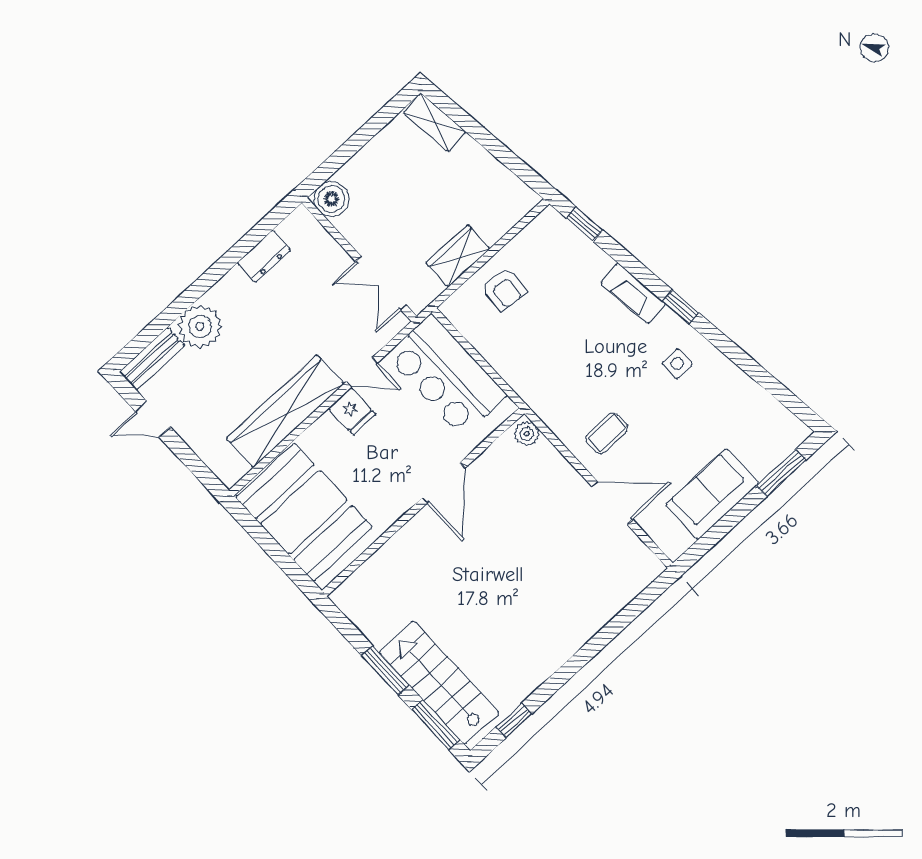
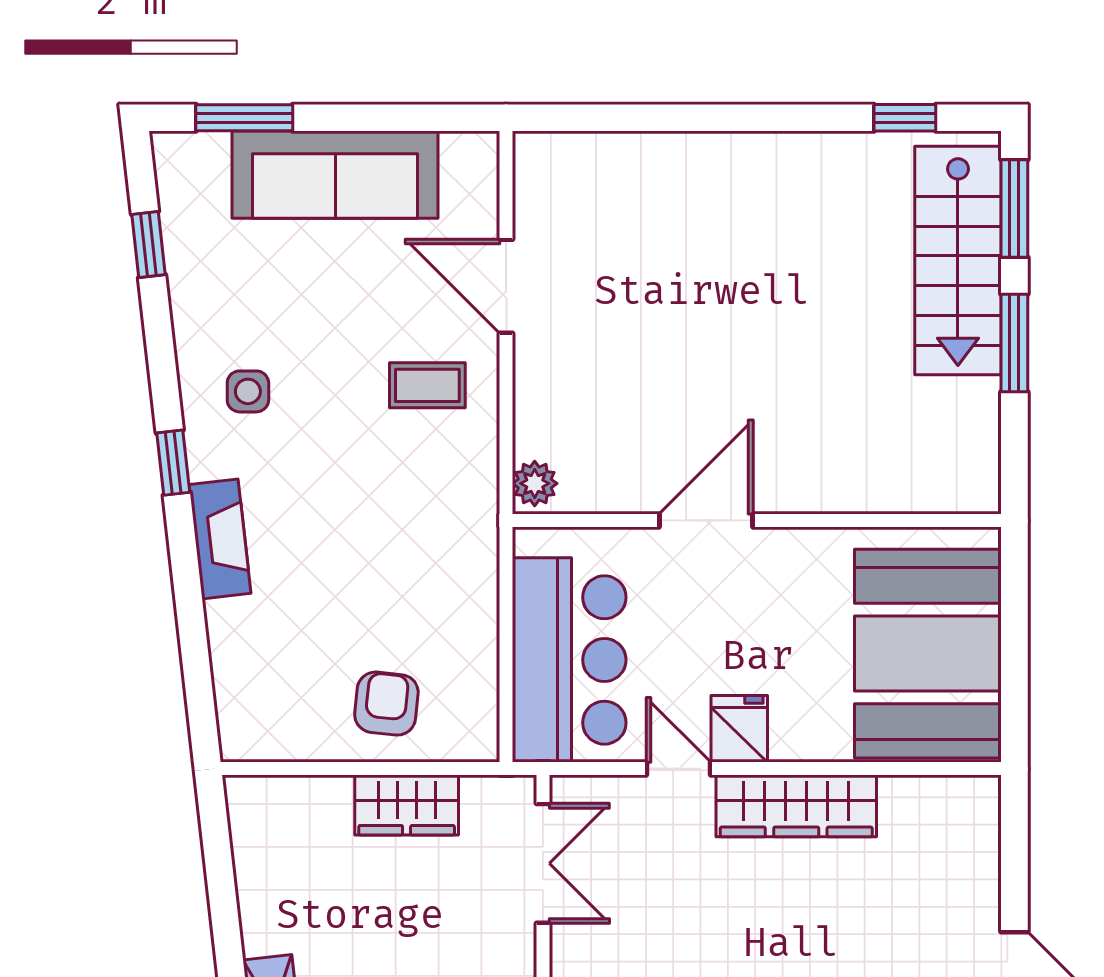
window: (585, 224) -> (148, 245), moved
wardrobe: (285, 411) -> (796, 806), width x0.71, depth x0.85
sofa: (712, 494) -> (335, 175), width x1.36

